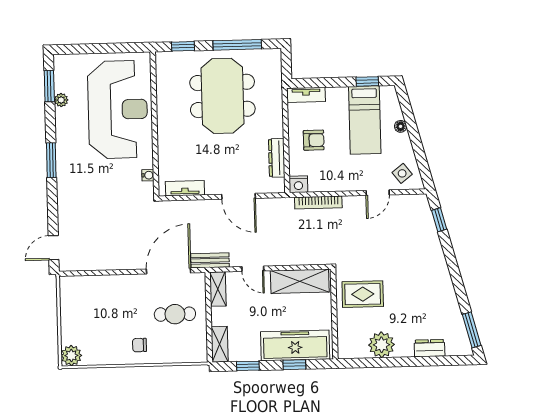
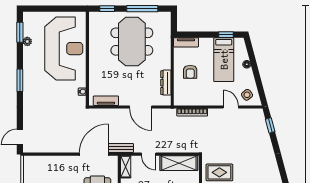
armchair: (314, 140) -> (190, 72), turned 90
nightstand: (298, 184) -> (180, 100), removed
door: (378, 193) -> (231, 107), swing flipped

